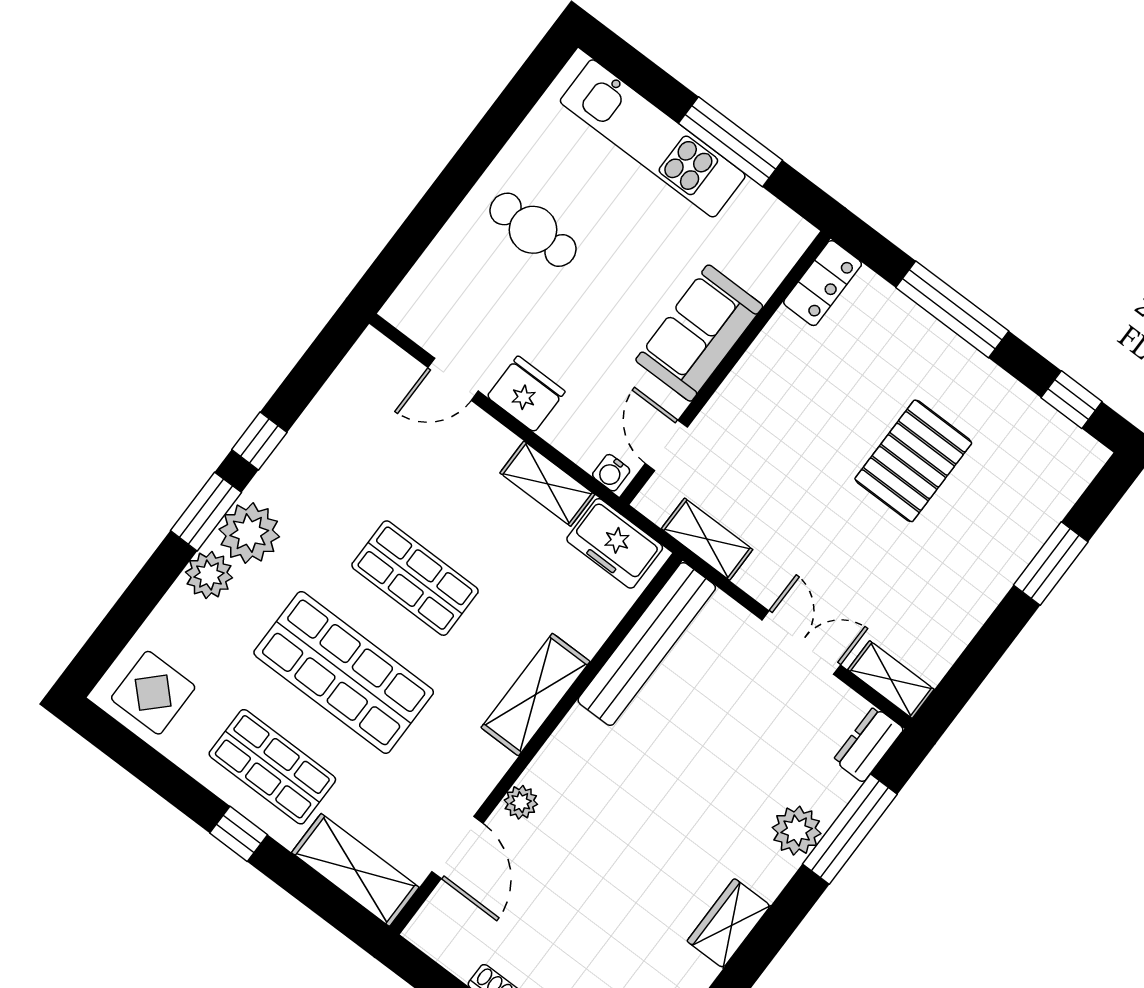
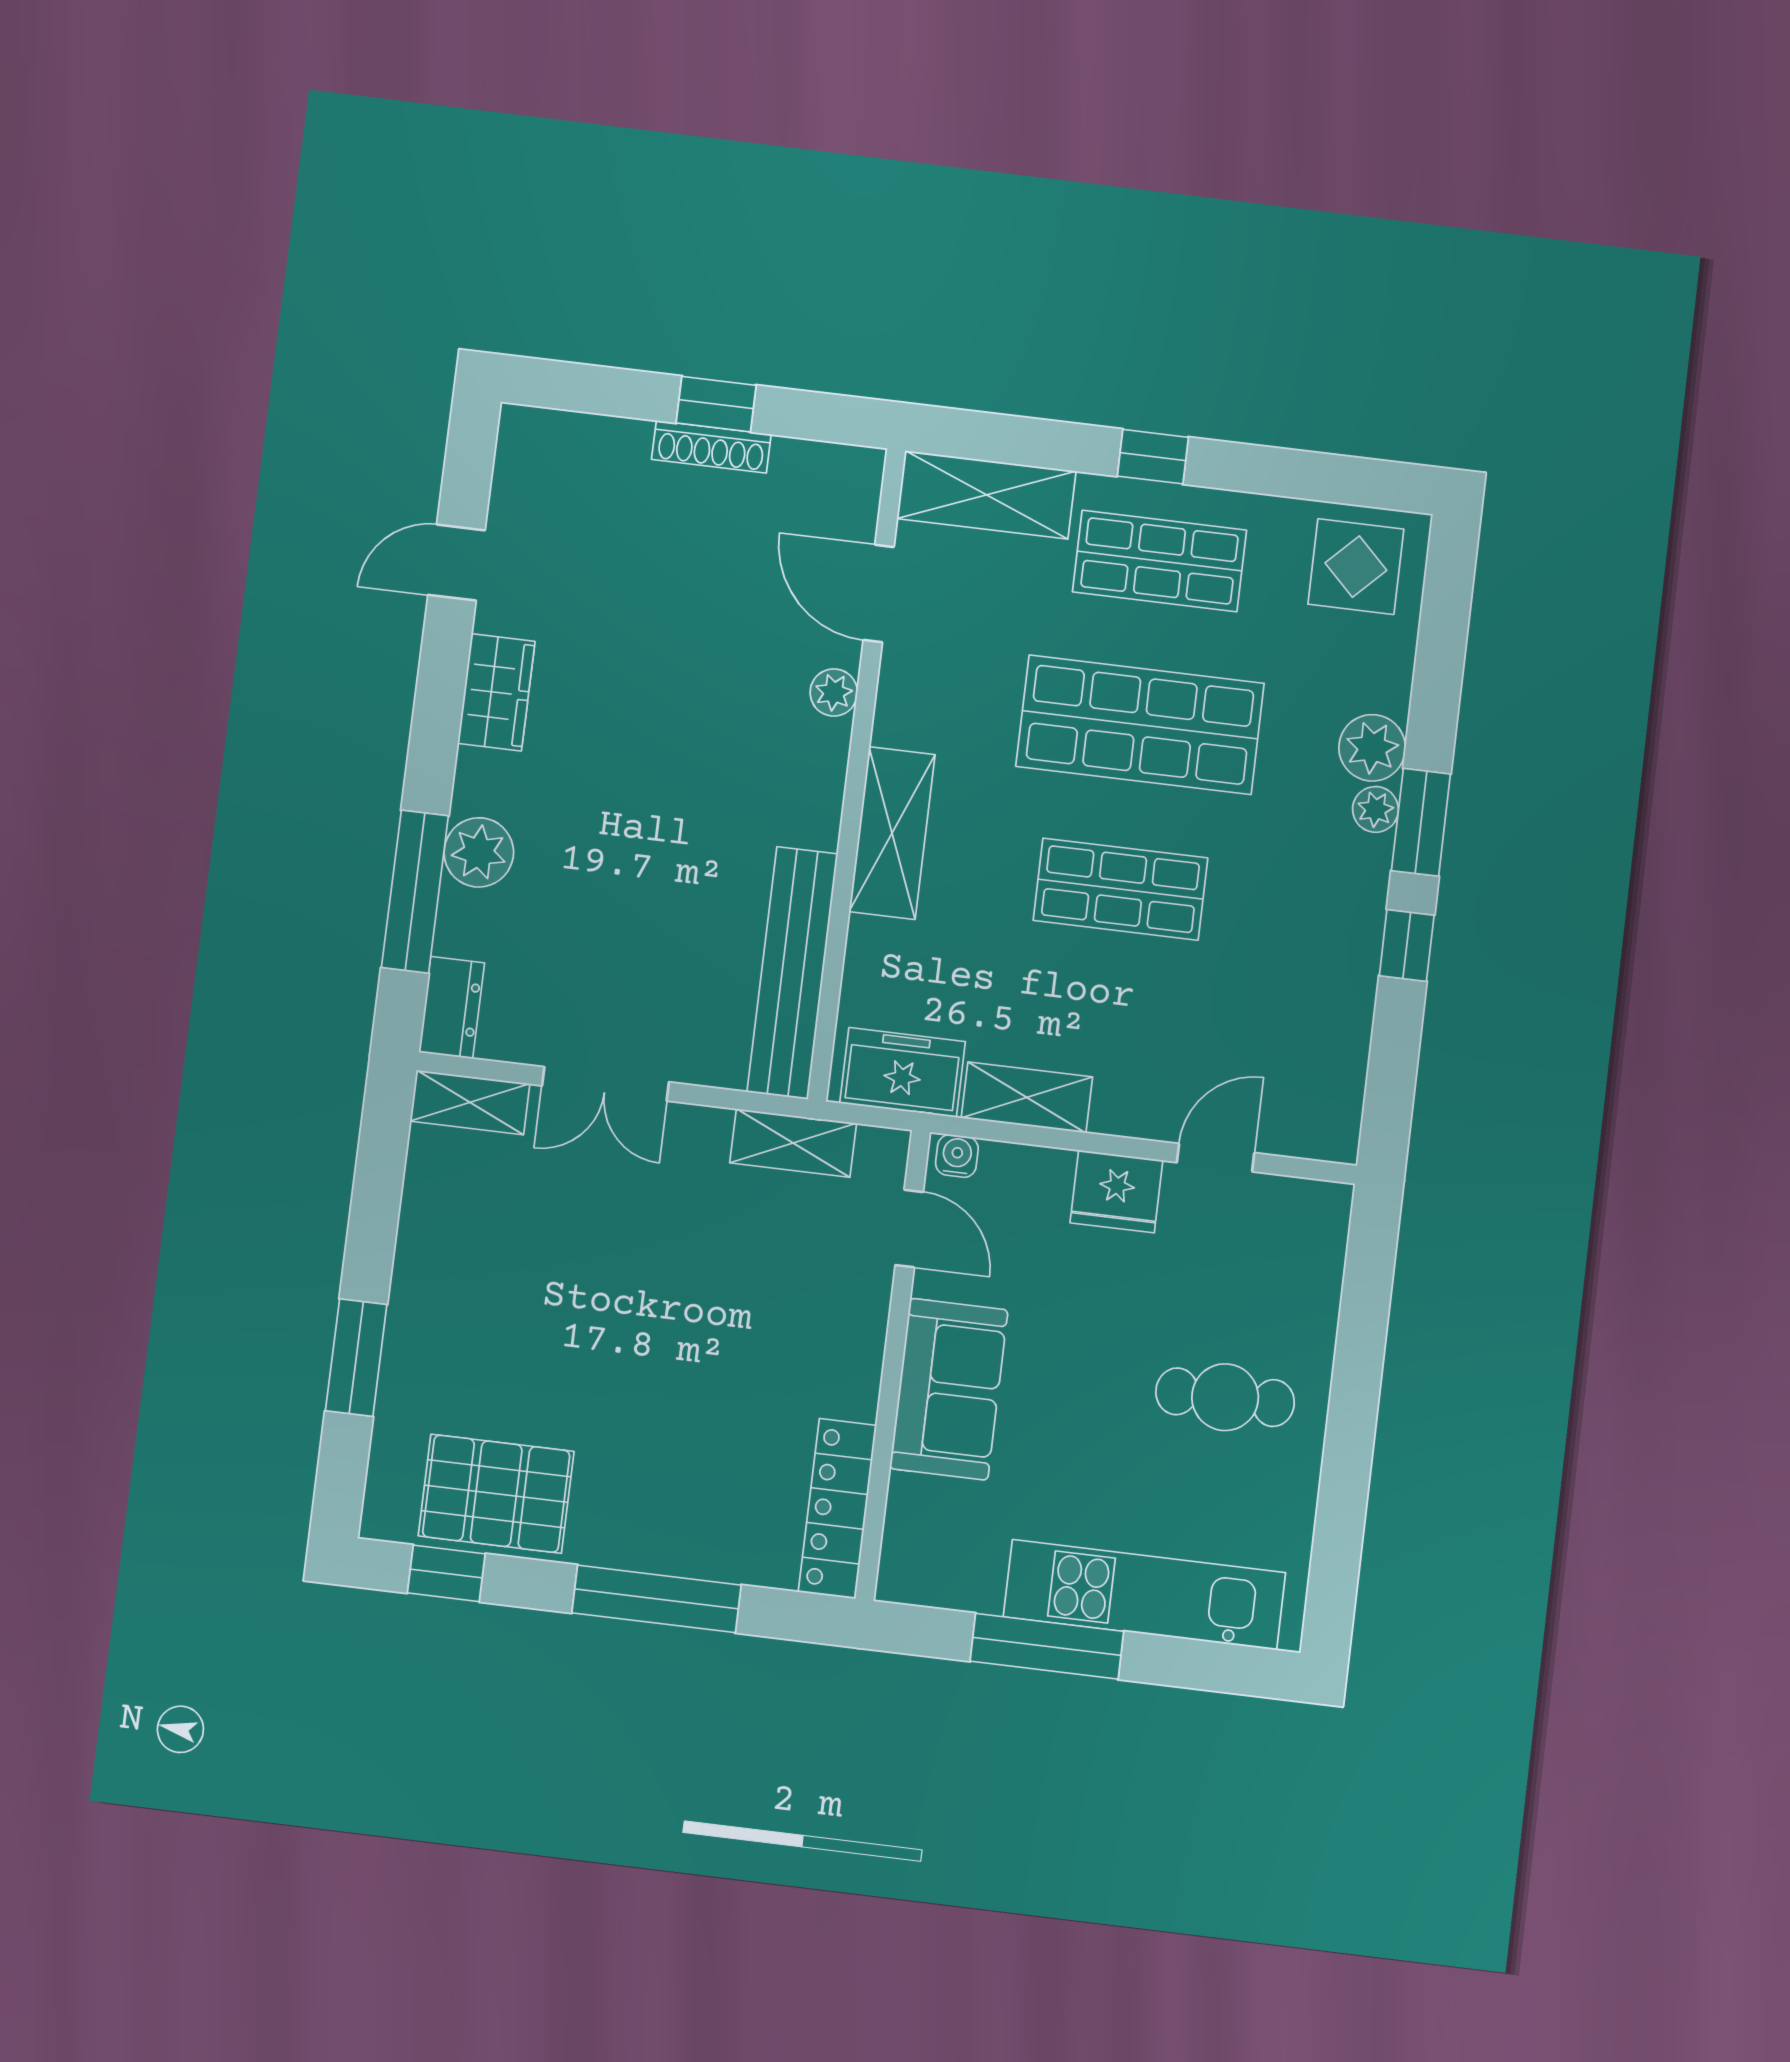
locker: (823, 283) -> (837, 1509), width x1.53
pallet: (913, 461) -> (496, 1494), moved, turned 90
plant: (249, 533) -> (1375, 809), width x0.53, depth x0.53

